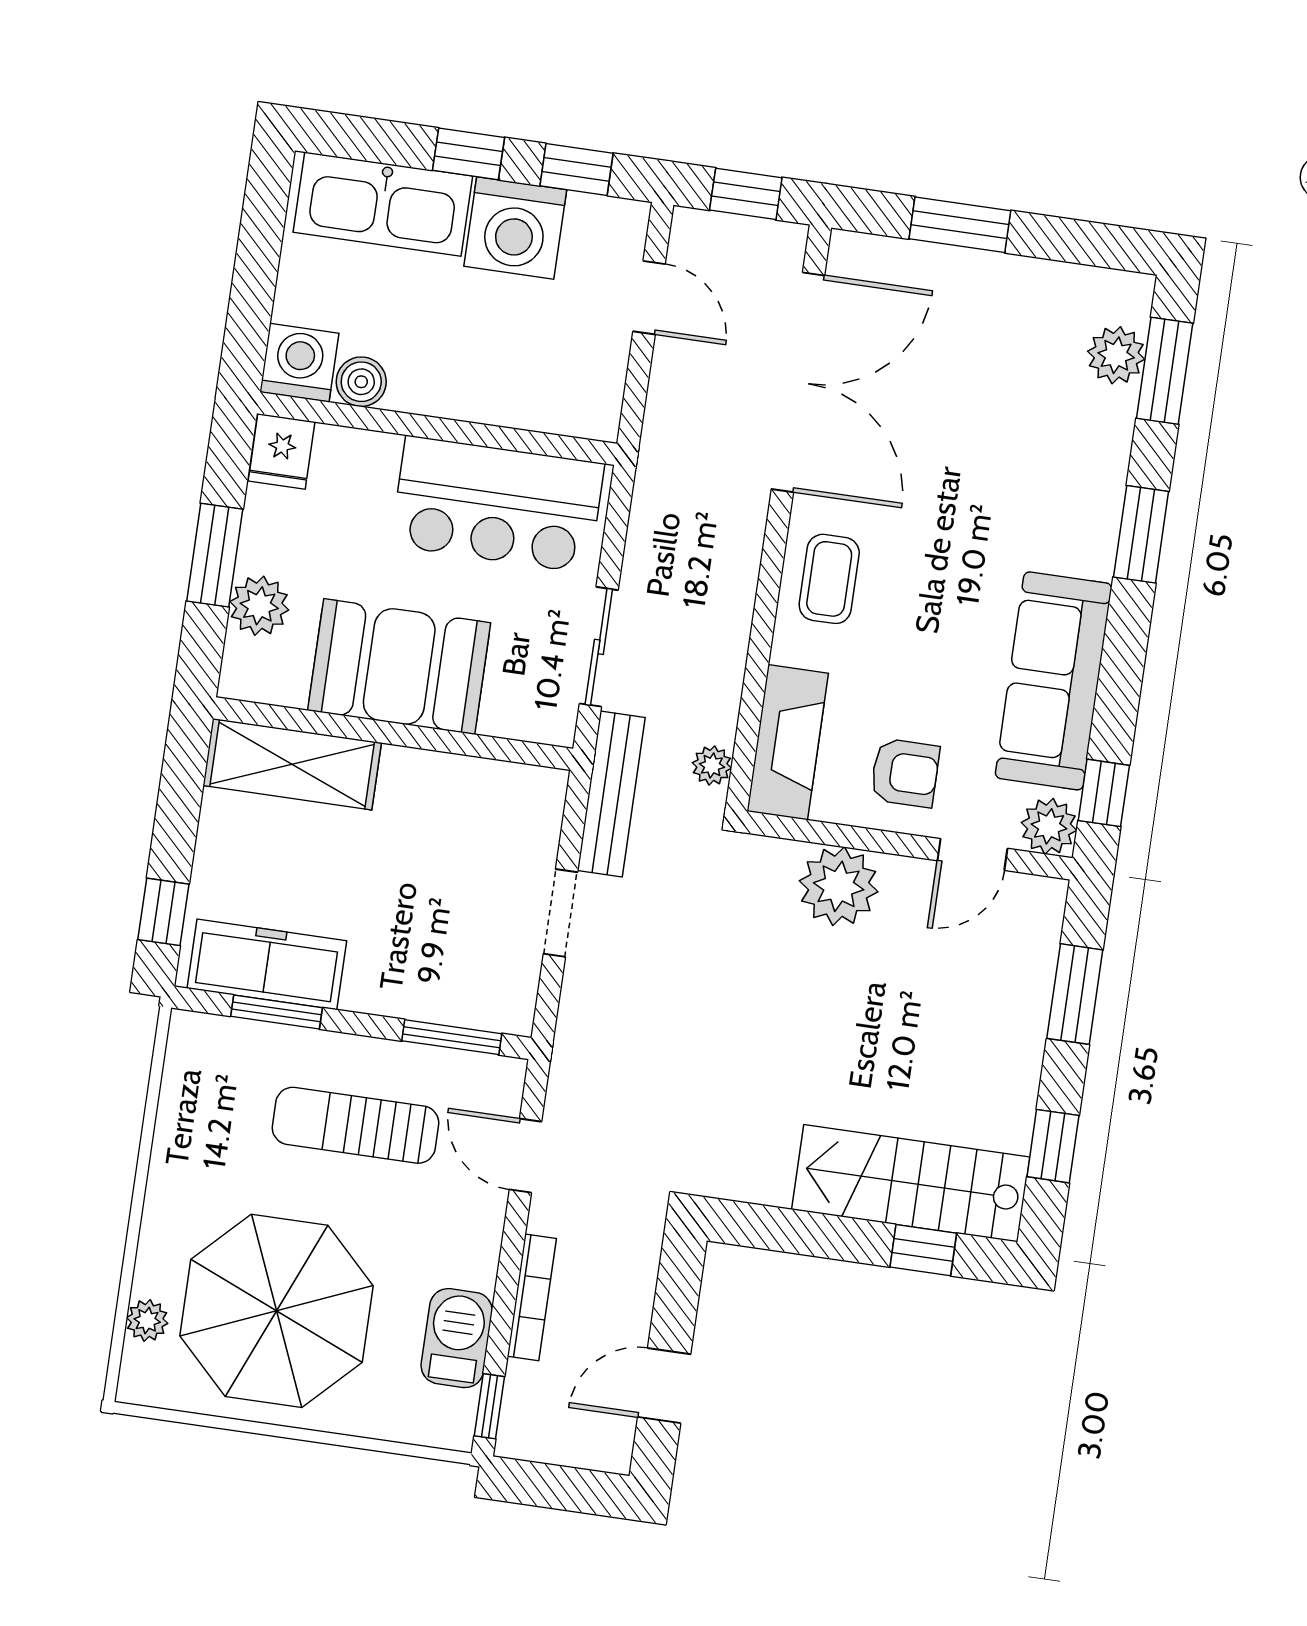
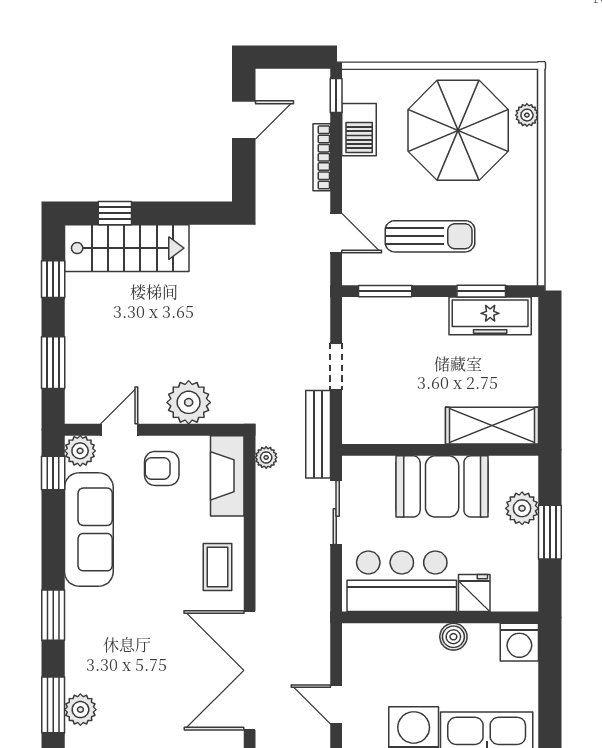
boiler: (361, 382) -> (453, 637), moved
fridge: (282, 451) -> (474, 593), moved
window: (163, 912) -> (550, 336), removed

